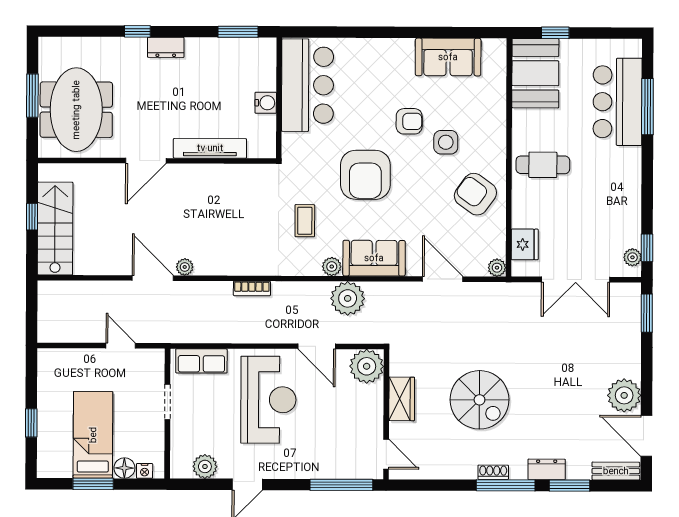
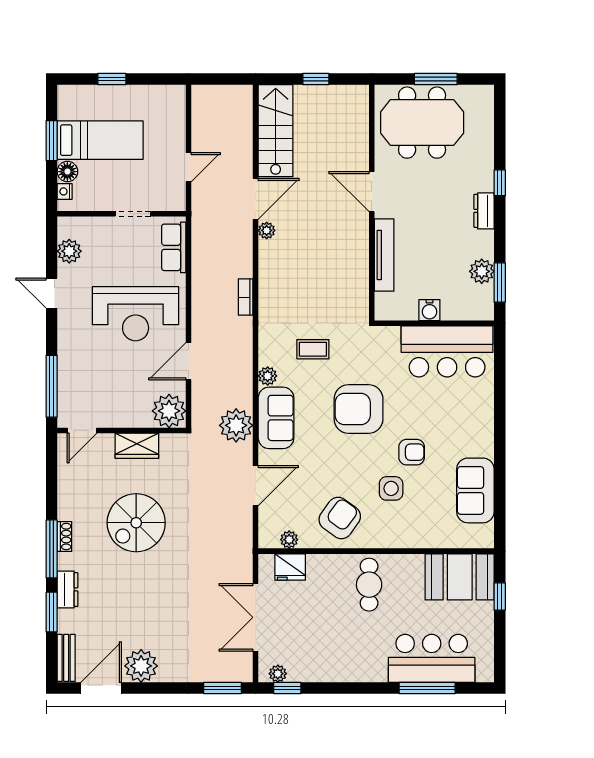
plant: (227, 50) -> (482, 271), added
armchair: (409, 121) -> (412, 452), turned -90
stairs: (55, 229) -> (276, 131), moved, turned -90
plant: (497, 268) -> (289, 540), moved
plant: (348, 298) -> (236, 425), moved

